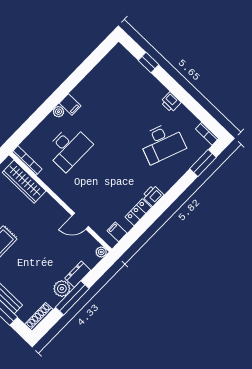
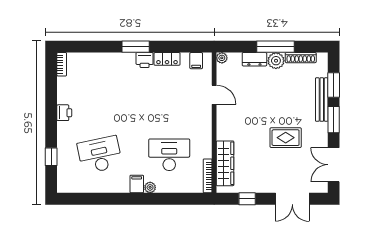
desk: (162, 143) -> (100, 155), moved, turned -33
window: (203, 163) -> (136, 47), moved
shoe rack: (39, 317) -> (301, 58), moved

